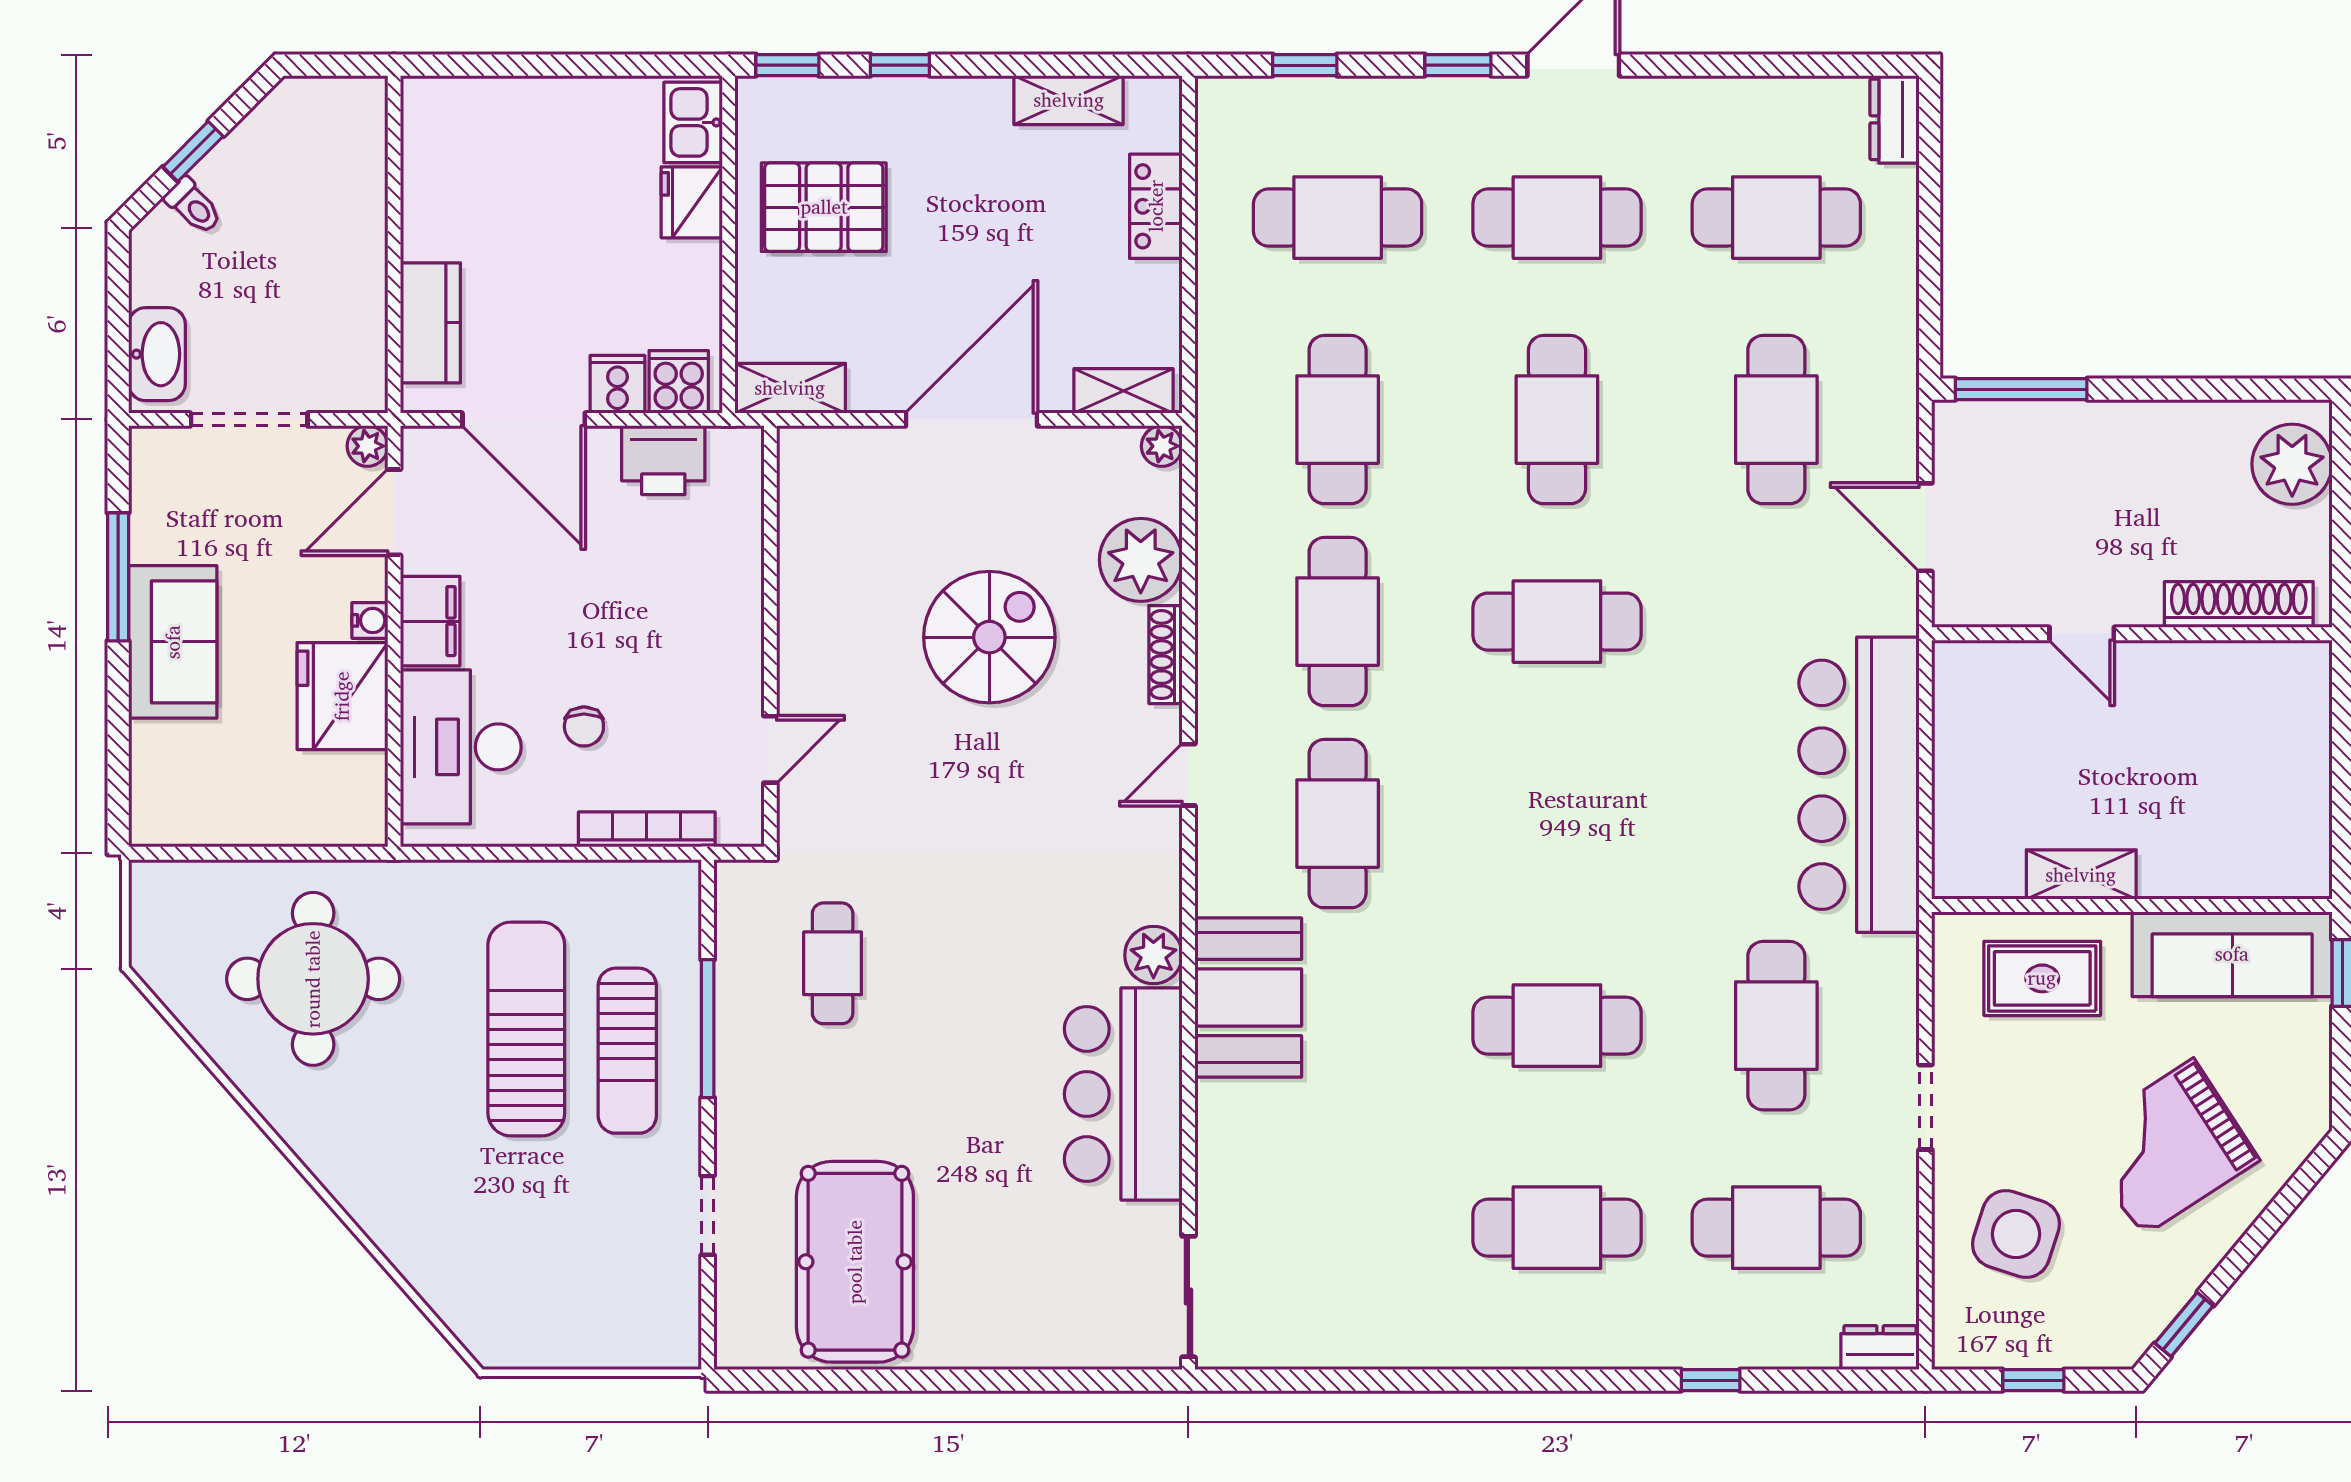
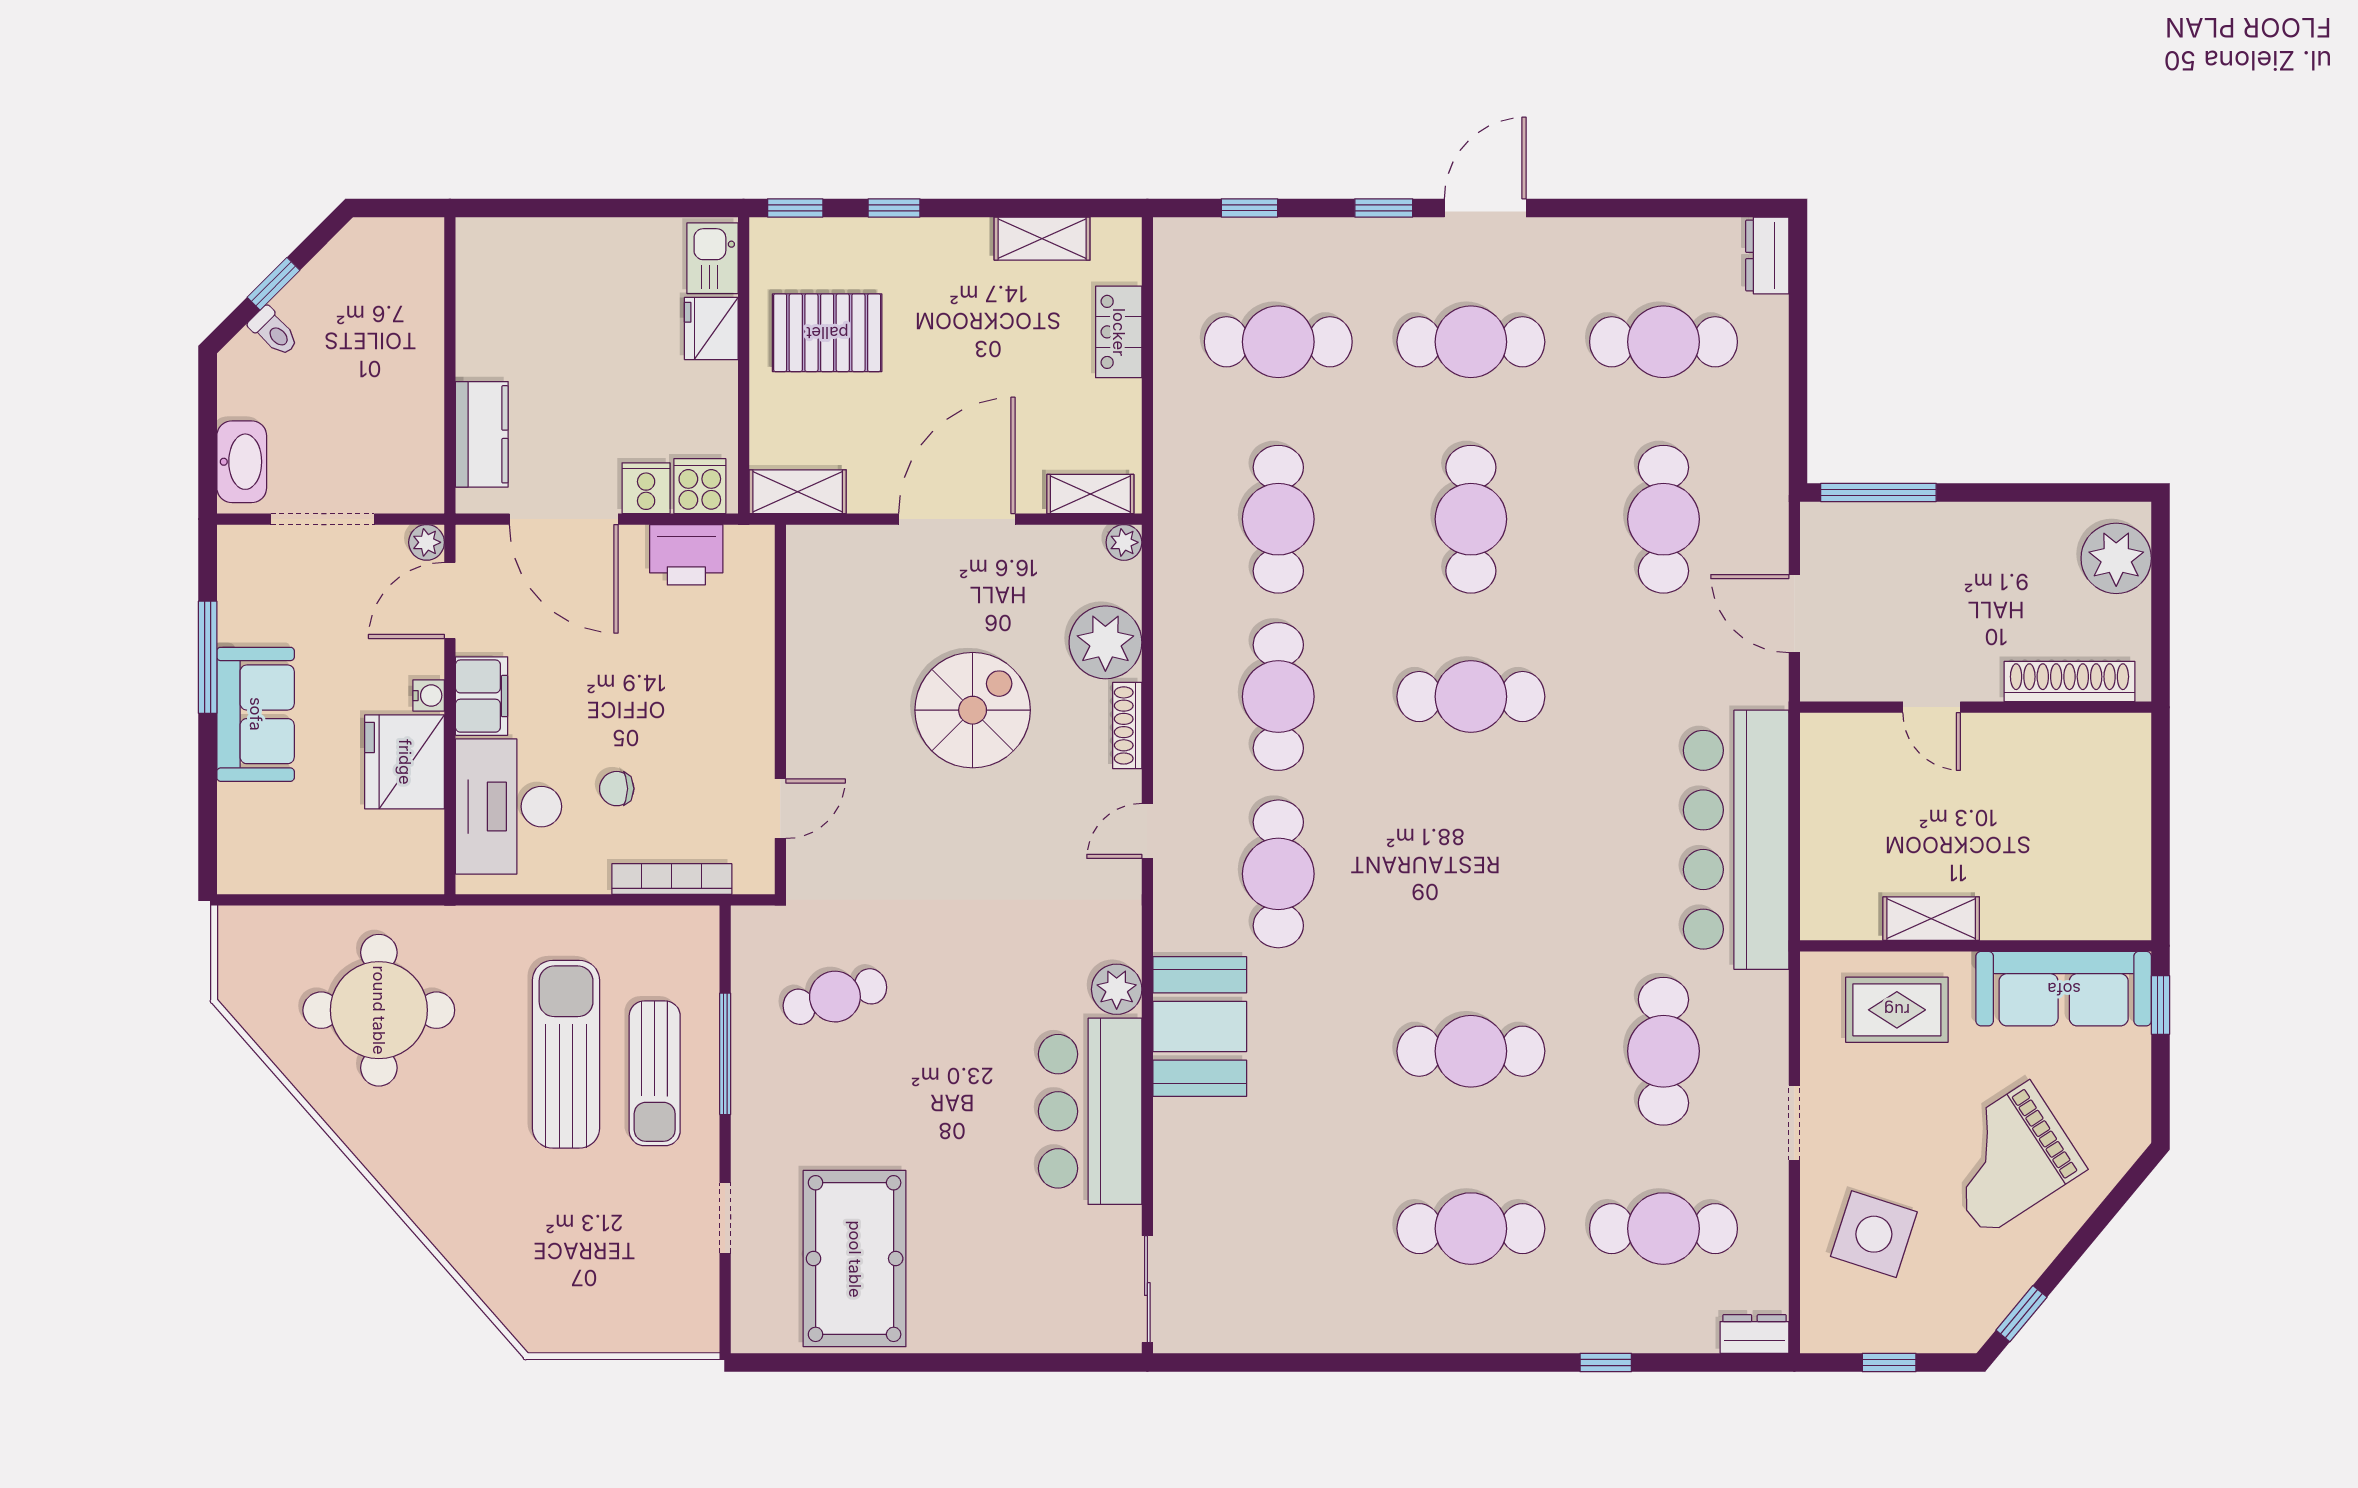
chair: (584, 726) -> (617, 789), turned 90
cafe table: (833, 963) -> (835, 997), turned 74

